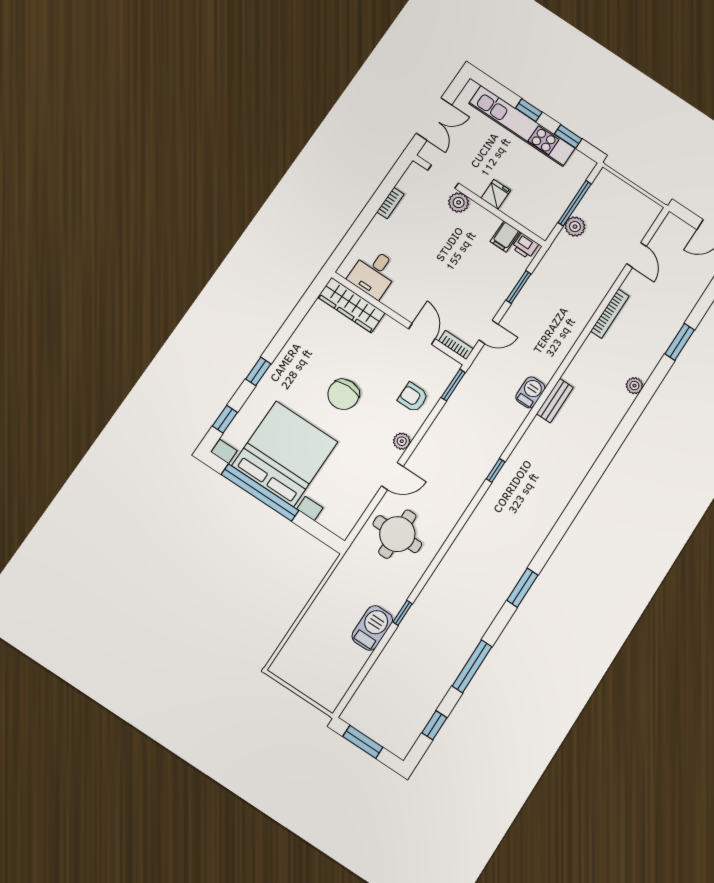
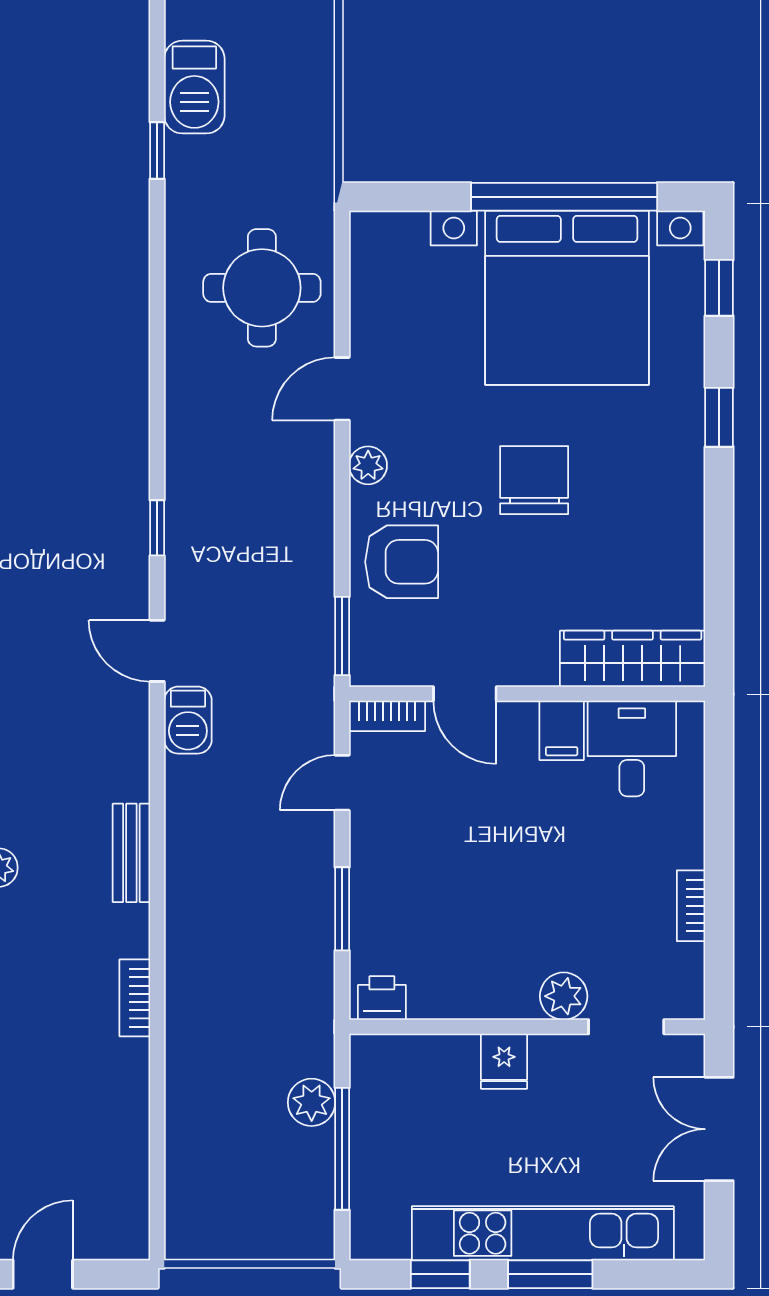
window: (529, 110) -> (550, 1274), width x1.50
filing cabinet: (505, 237) -> (562, 730), moved, turned 180
door: (637, 255) -> (157, 651), moved
bookcase: (610, 314) -> (135, 998), width x0.64
armchair: (413, 397) -> (402, 562), width x1.38, depth x1.38
bench: (555, 401) -> (131, 853), moved

